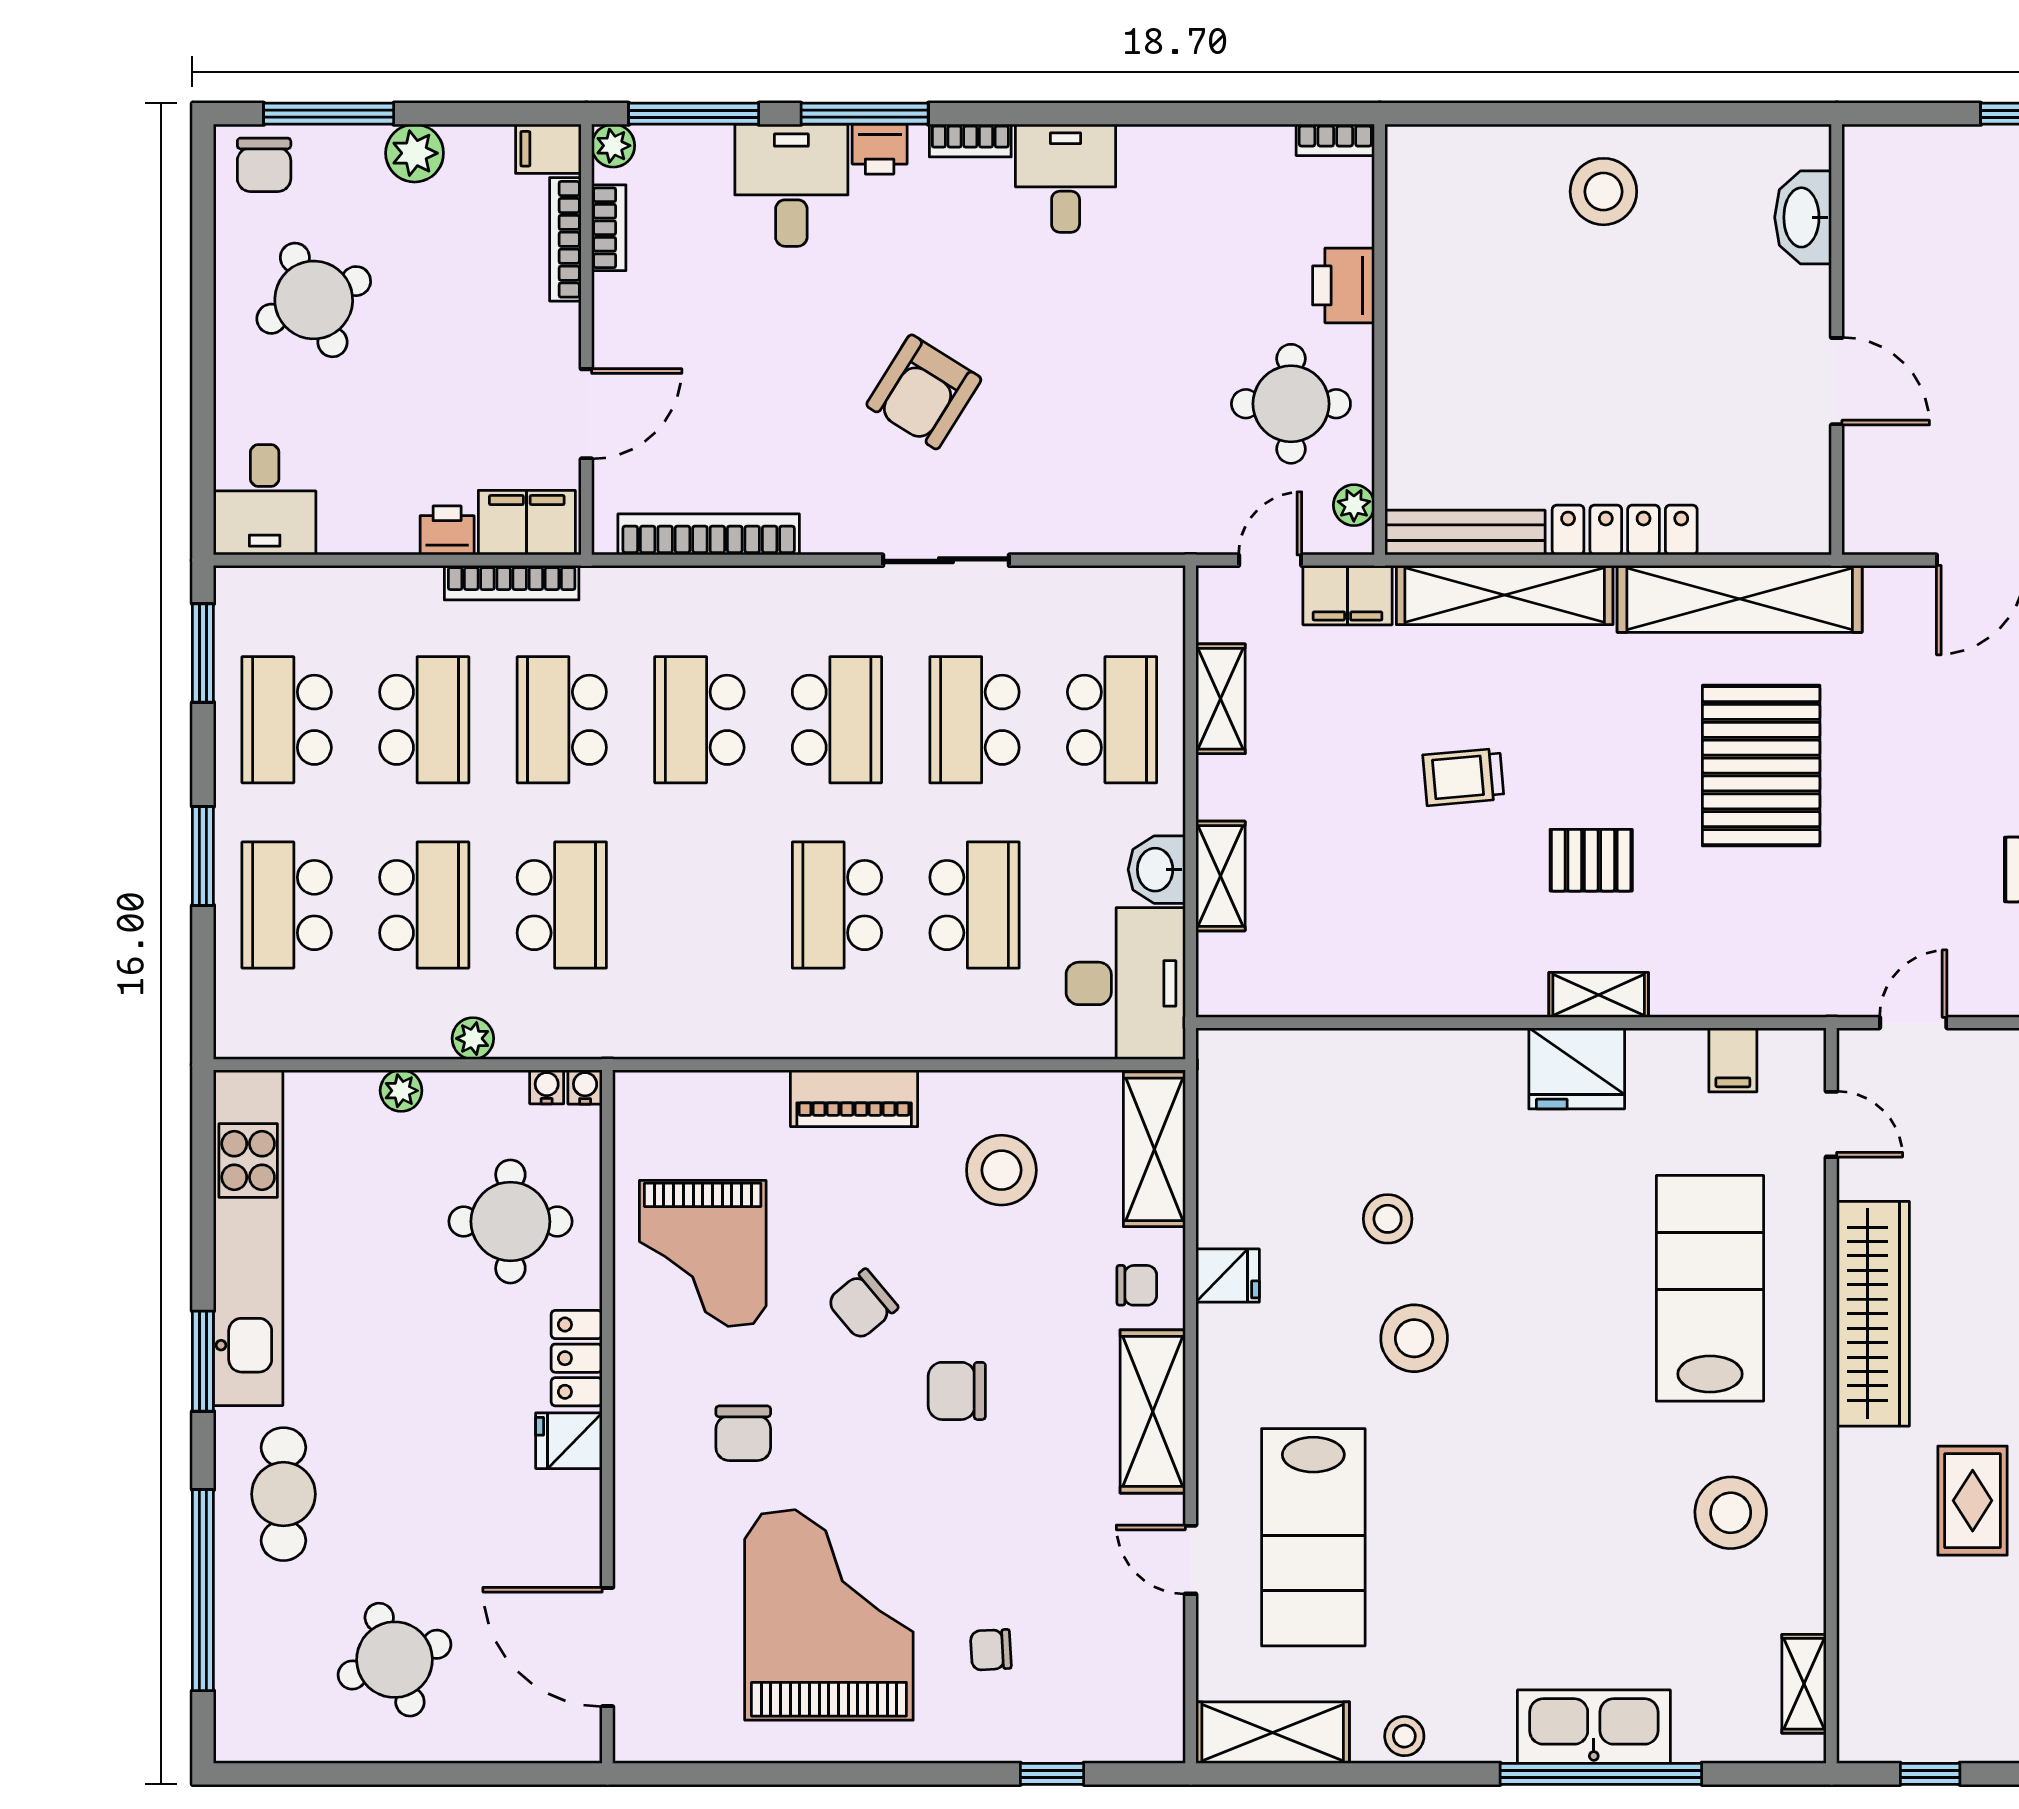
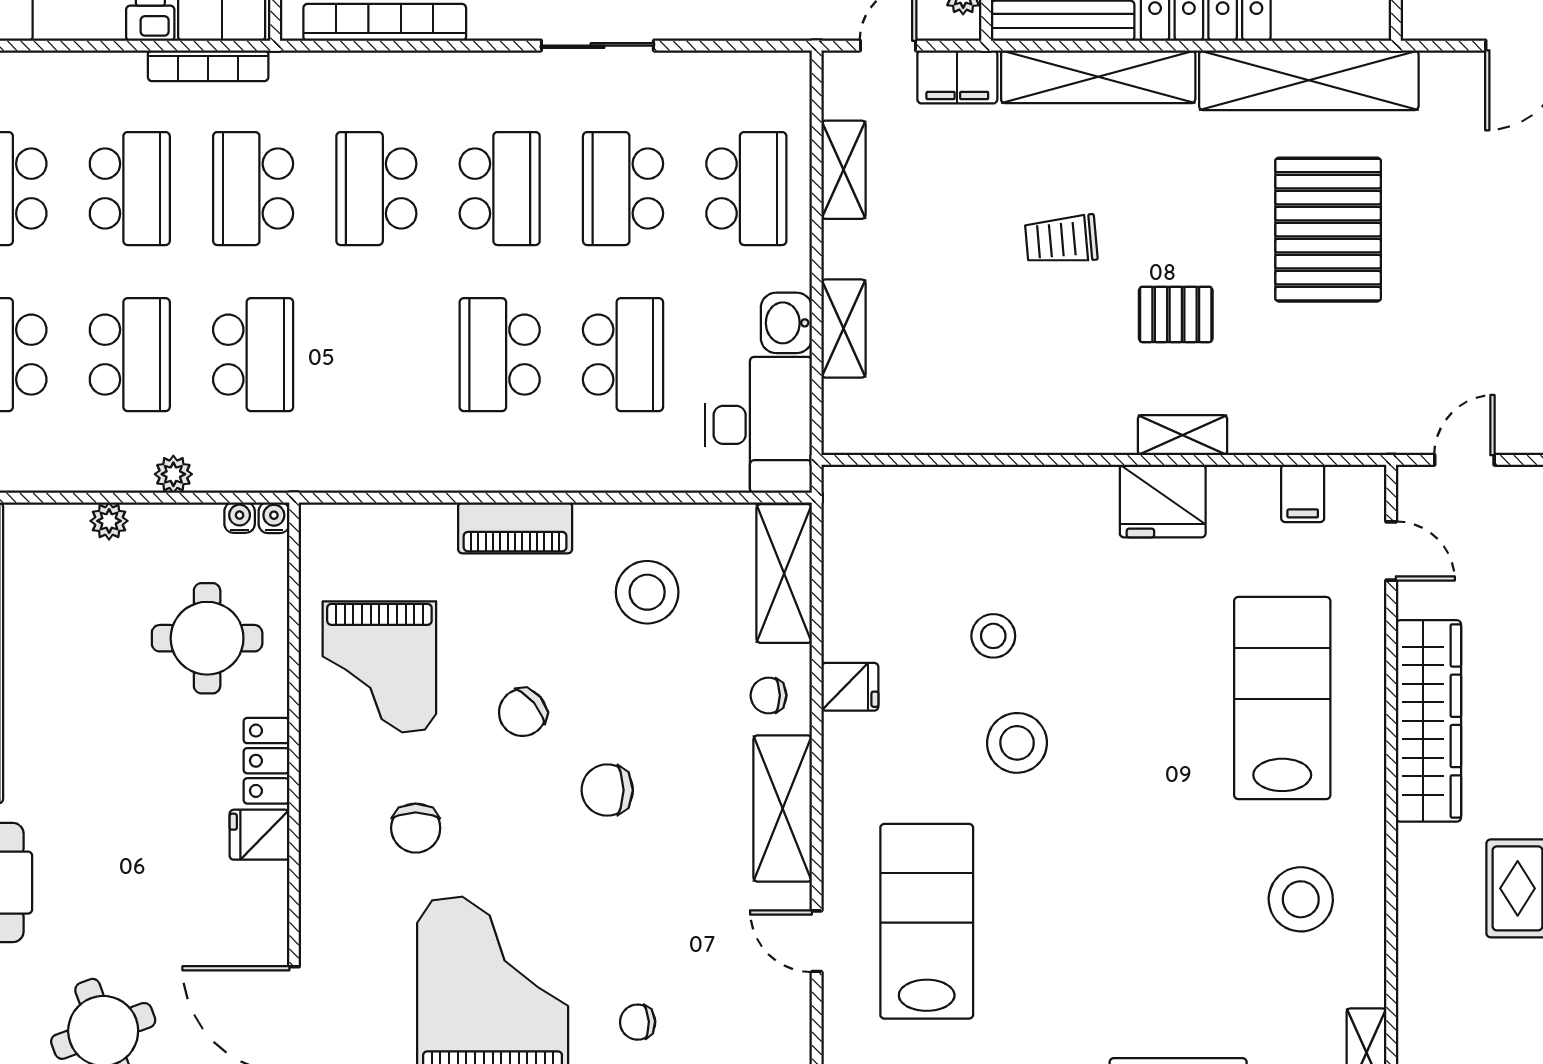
chair: (1137, 1285) -> (768, 695), turned 180
lab bench: (1313, 1537) -> (927, 921), turned 180

